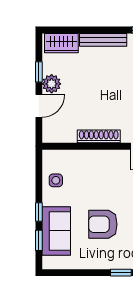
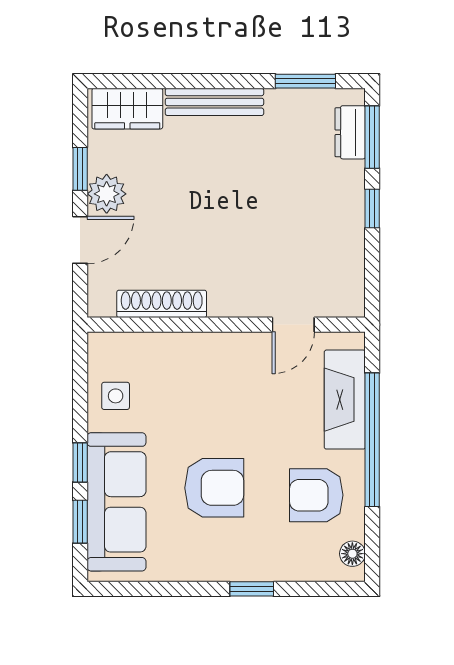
shoe rack: (99, 136) -> (162, 304), moved
armchair: (103, 224) -> (214, 488), turned 180
sofa: (56, 231) -> (116, 502), width x1.36

